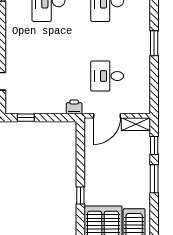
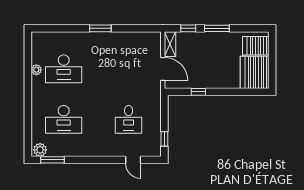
desk: (107, 76) -> (129, 119), moved
printer: (74, 107) -> (155, 97), removed
window: (80, 196) -> (198, 92), moved

